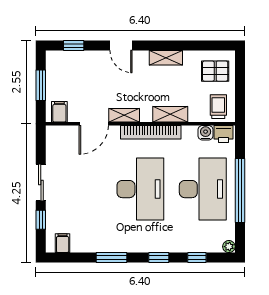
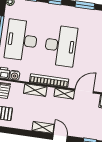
shelving: (166, 58) -> (43, 127), moved
desk: (140, 189) -> (61, 46), turned 180

